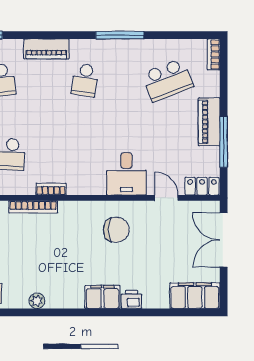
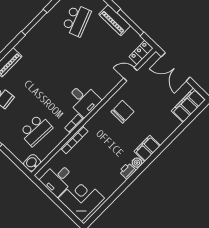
school desk: (85, 80) -> (39, 59), removed
desk: (126, 174) -> (83, 100), moved
printer: (132, 299) -> (128, 171), moved
plant: (37, 301) -> (137, 163), moved

